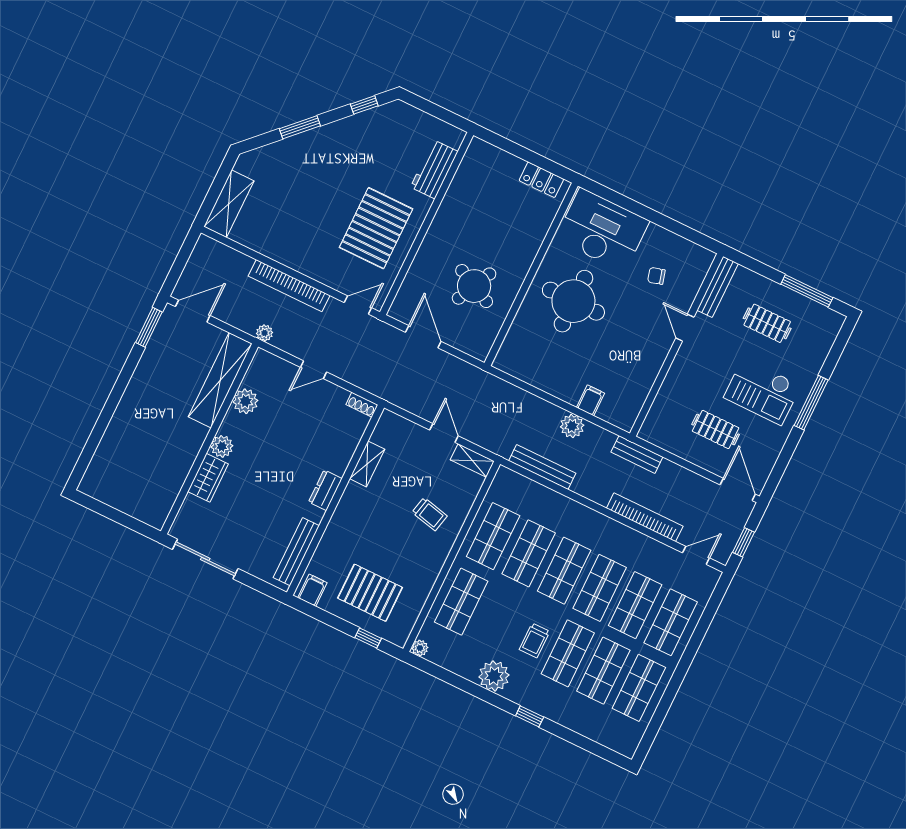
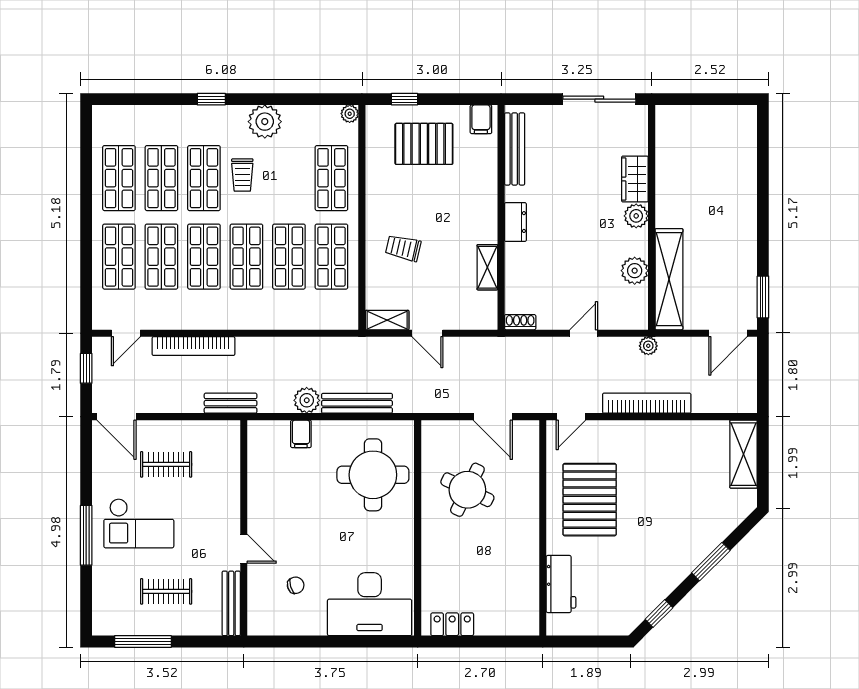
round table: (573, 301) -> (373, 475), moved
checkout: (762, 391) -> (139, 523), turned 180
bench: (542, 467) -> (357, 403), moved
trolley: (534, 640) -> (242, 175), turned 180

